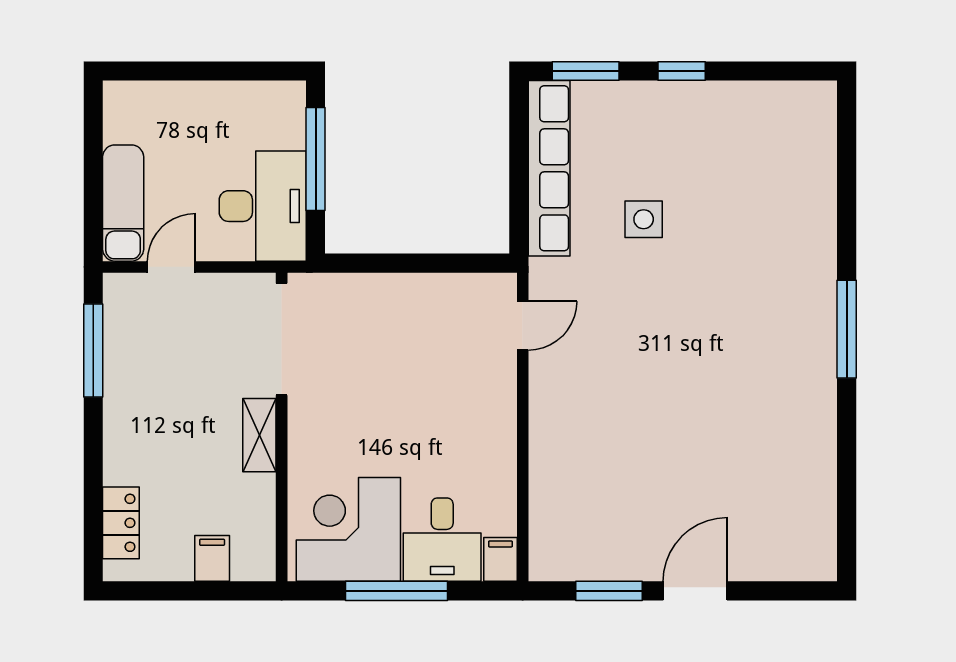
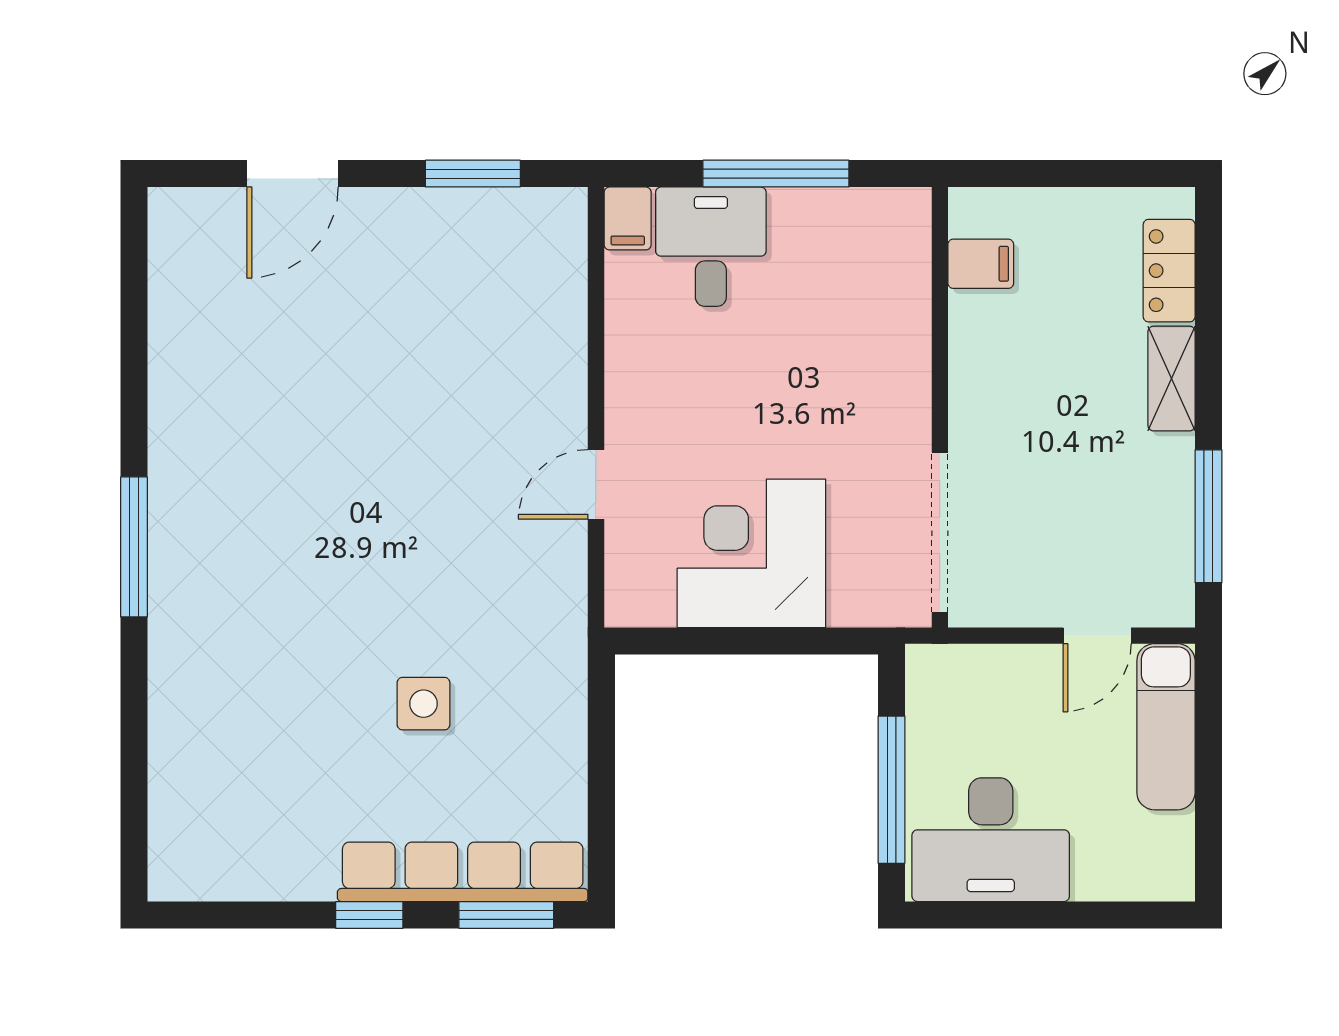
row of seats: (549, 168) -> (463, 872), moved, turned 90
desk: (263, 206) -> (991, 840), moved, turned -90
door: (523, 326) -> (596, 484), moved
shelving: (259, 435) -> (1172, 379), moved
corner desk: (348, 529) -> (751, 553), moved, turned 180
filing cabinet: (212, 558) -> (981, 264), moved, turned -90
door: (695, 591) -> (293, 174), moved

